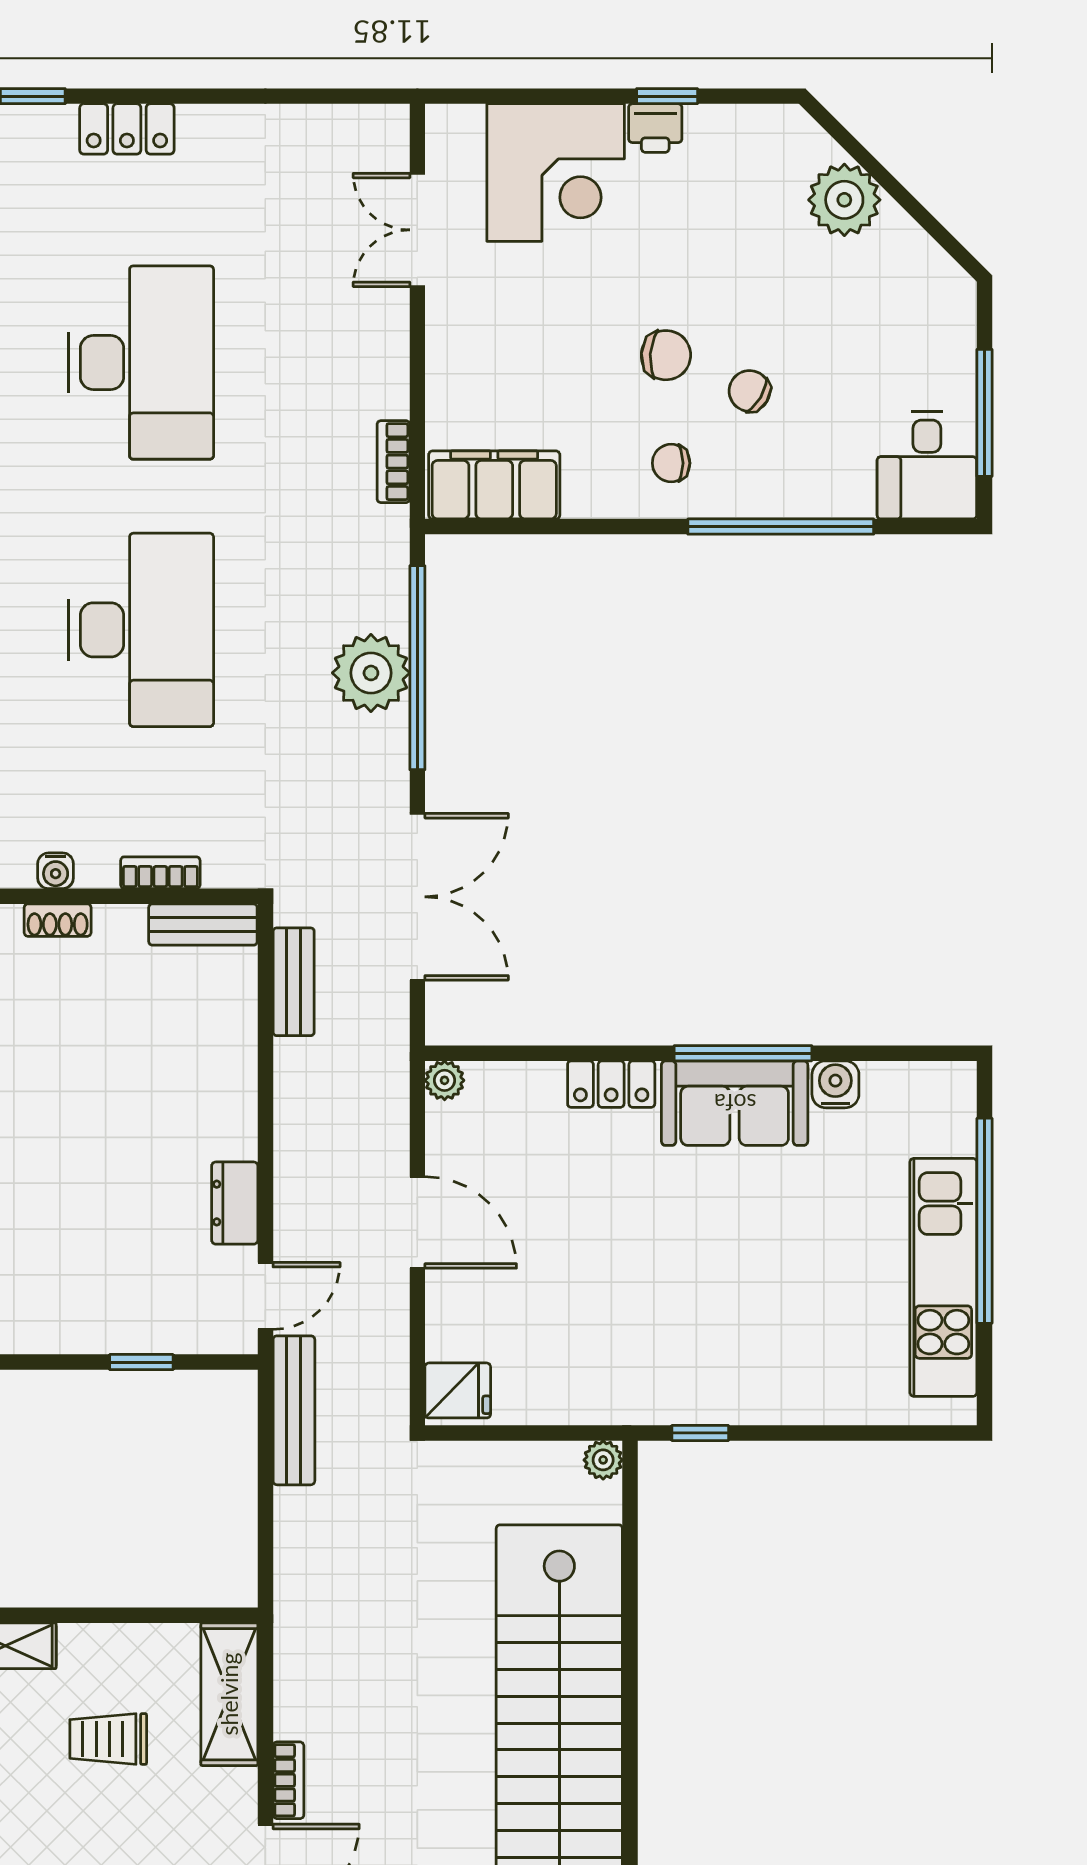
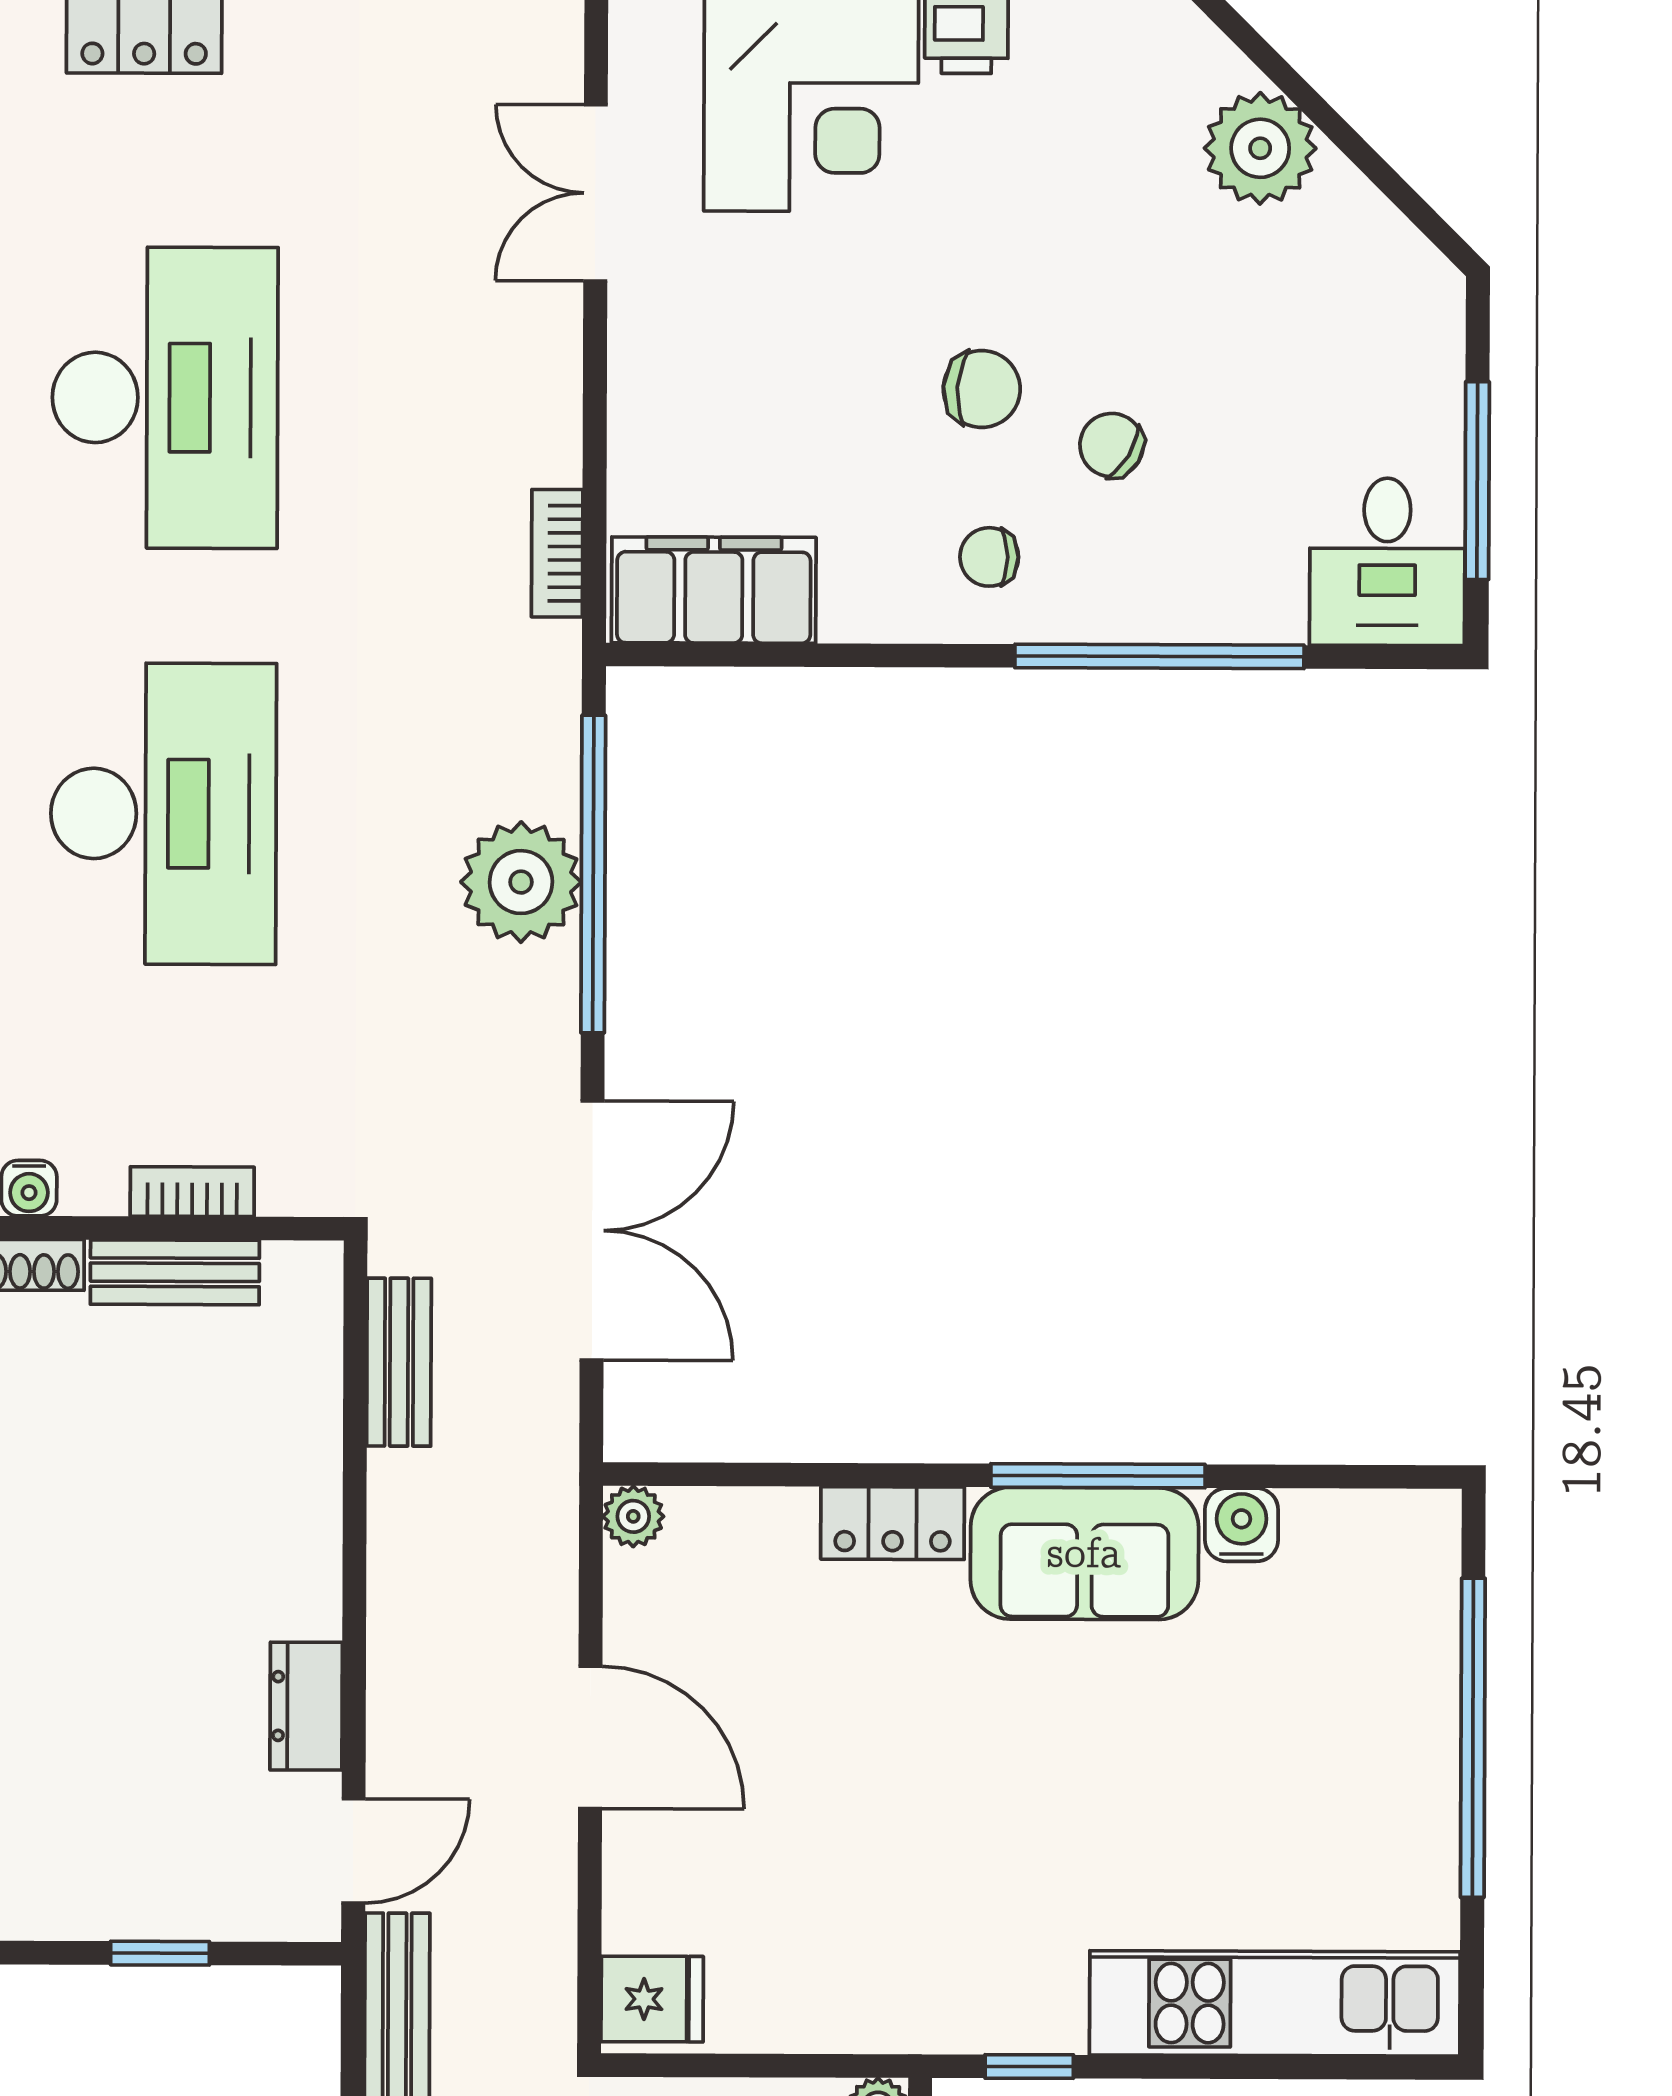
bench: (203, 925) -> (175, 1272), moved
kitchen unit: (943, 1277) -> (1275, 2003), moved, turned 90

